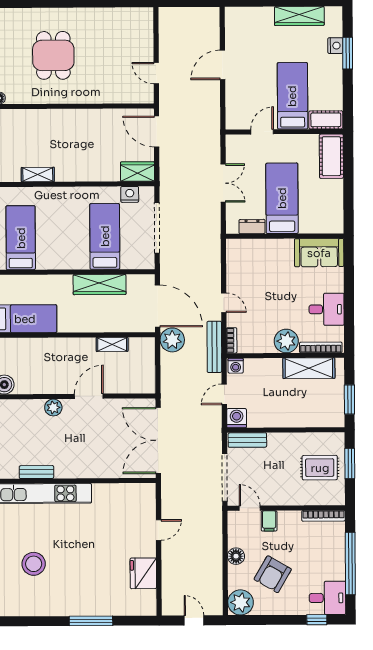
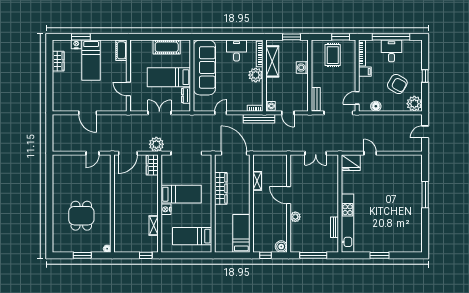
wardrobe: (299, 16) -> (58, 61), width x0.67
dining table: (53, 55) -> (81, 216), turned 90
bed: (292, 96) -> (91, 60), moved, turned -90
cot: (331, 156) -> (167, 47), moved
nightstand: (130, 194) -> (166, 209), moved
bed: (105, 236) -> (181, 194), moved, turned 180
sofa: (319, 253) -> (204, 67), width x1.85, depth x1.27
door: (224, 303) -> (221, 113), moved
door: (157, 306) -> (234, 153), hinge flipped
plant: (172, 340) -> (156, 144), moved
washing machine: (237, 418) -> (302, 67), moved
double door: (158, 440) -> (316, 153), width x0.54
window: (350, 463) -> (341, 37), moved
filing cabinet: (269, 521) -> (365, 72), moved
floor lamp: (236, 556) -> (376, 106), moved
stool: (34, 564) -> (390, 229), removed
fridge: (143, 573) -> (351, 163), moved
desk: (327, 598) -> (391, 51), moved
window: (317, 620) -> (425, 76), moved

